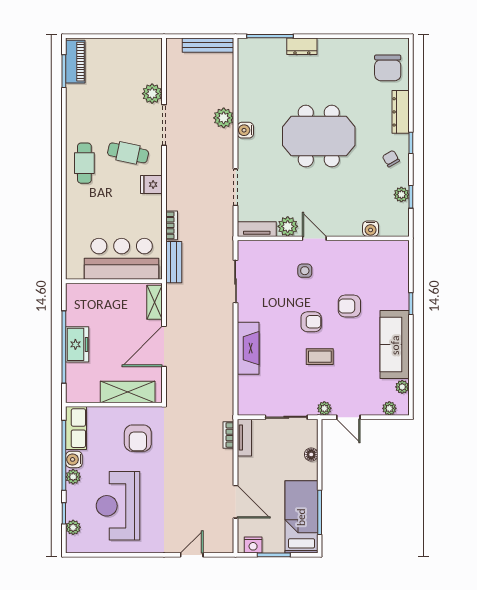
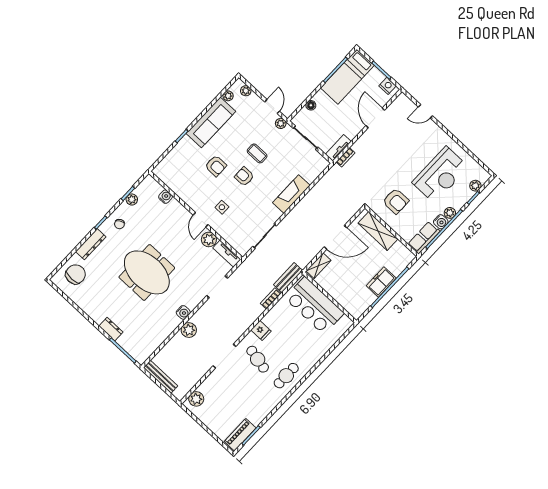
plant: (152, 94) -> (196, 399), moved
armchair: (138, 438) -> (396, 201), turned 90

